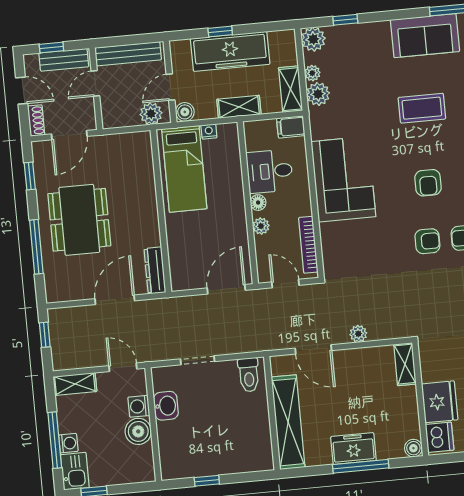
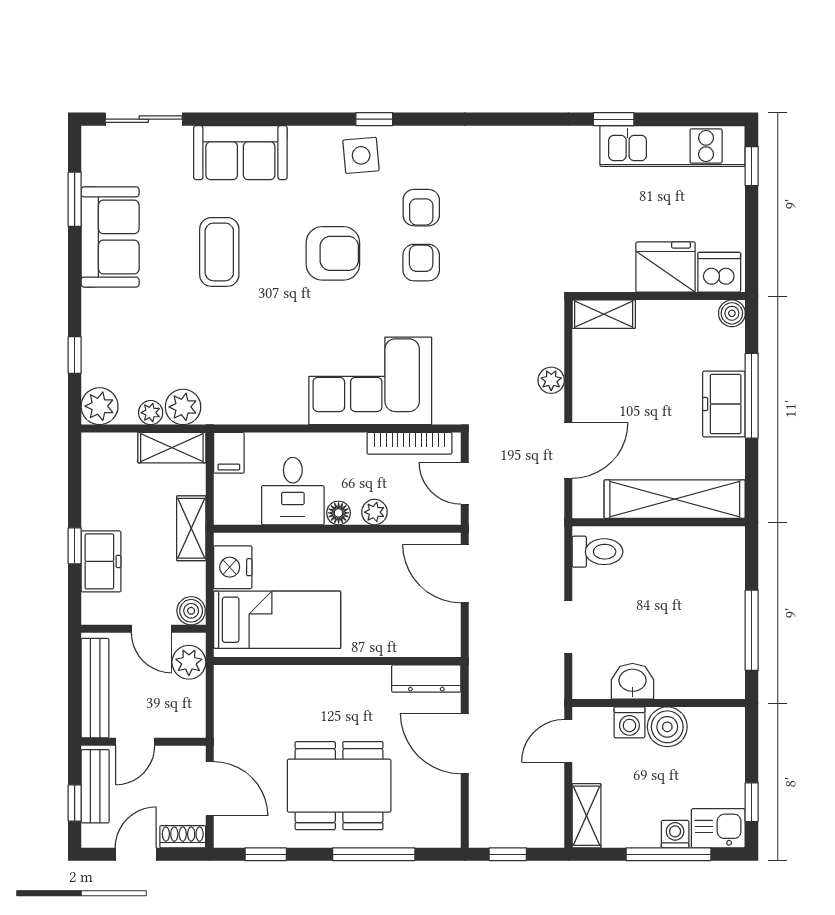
freezer: (230, 51) -> (101, 561), width x0.52, depth x0.79
door: (95, 83) -> (135, 742), hinge flipped
nightstand: (209, 132) -> (233, 567), width x1.89, depth x1.79
corner sofa: (343, 179) -> (370, 381), moved
armchair: (428, 183) -> (333, 253), width x1.38, depth x1.38
door: (285, 284) -> (465, 483), hinge flipped
window: (207, 481) -> (752, 630), width x2.17

